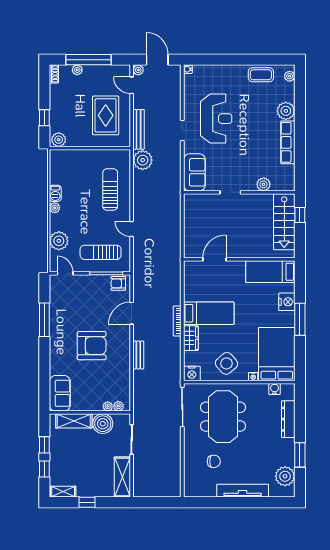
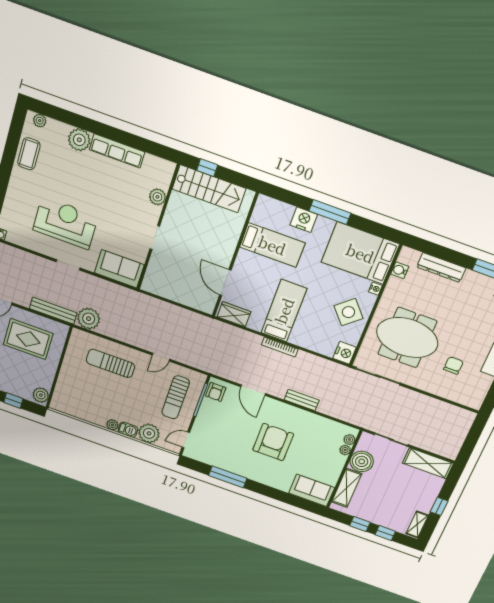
barbecue: (55, 193) -> (128, 430), moved
bed: (270, 272) -> (272, 245), moved, turned -90
wardrobe: (191, 338) -> (234, 314), moved

